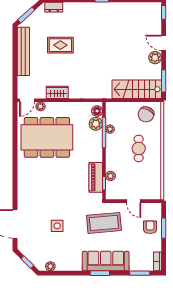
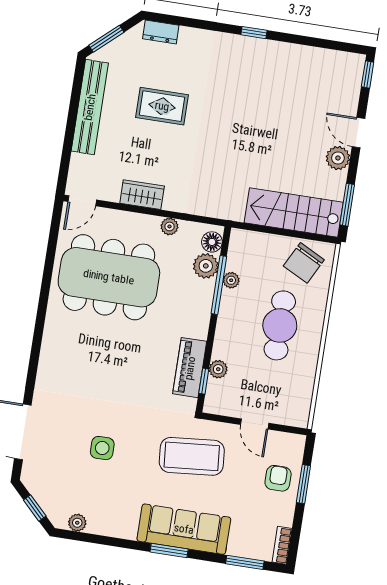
plant: (40, 106) -> (169, 226), moved
cafe table: (139, 148) -> (280, 325), width x1.37, depth x1.35

